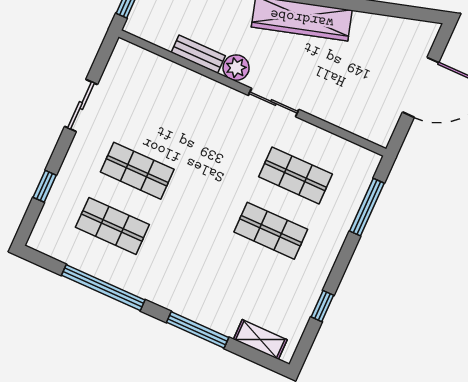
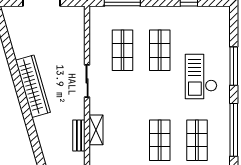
plant: (236, 68) -> (77, 111), removed
checkout: (204, 275) -> (201, 77), added
shelving: (260, 340) -> (96, 130), moved

